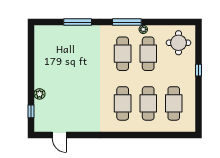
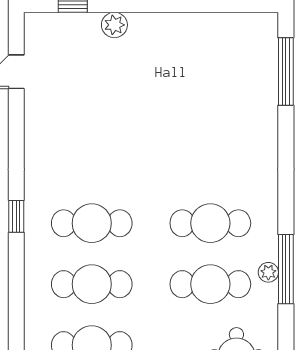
window: (78, 22) -> (286, 72), moved
window: (127, 22) -> (286, 269), moved
window: (120, 135) -> (16, 216), added

